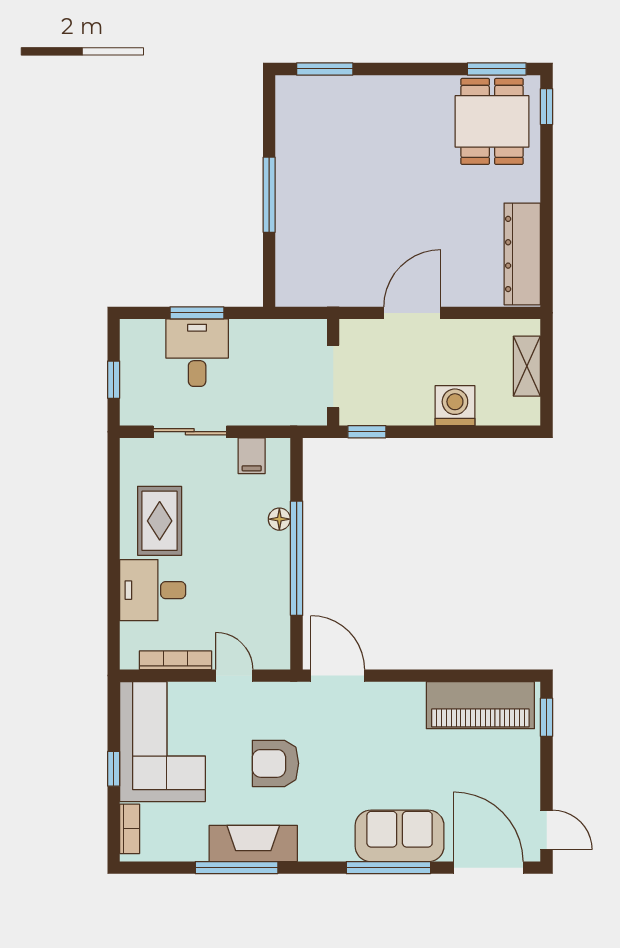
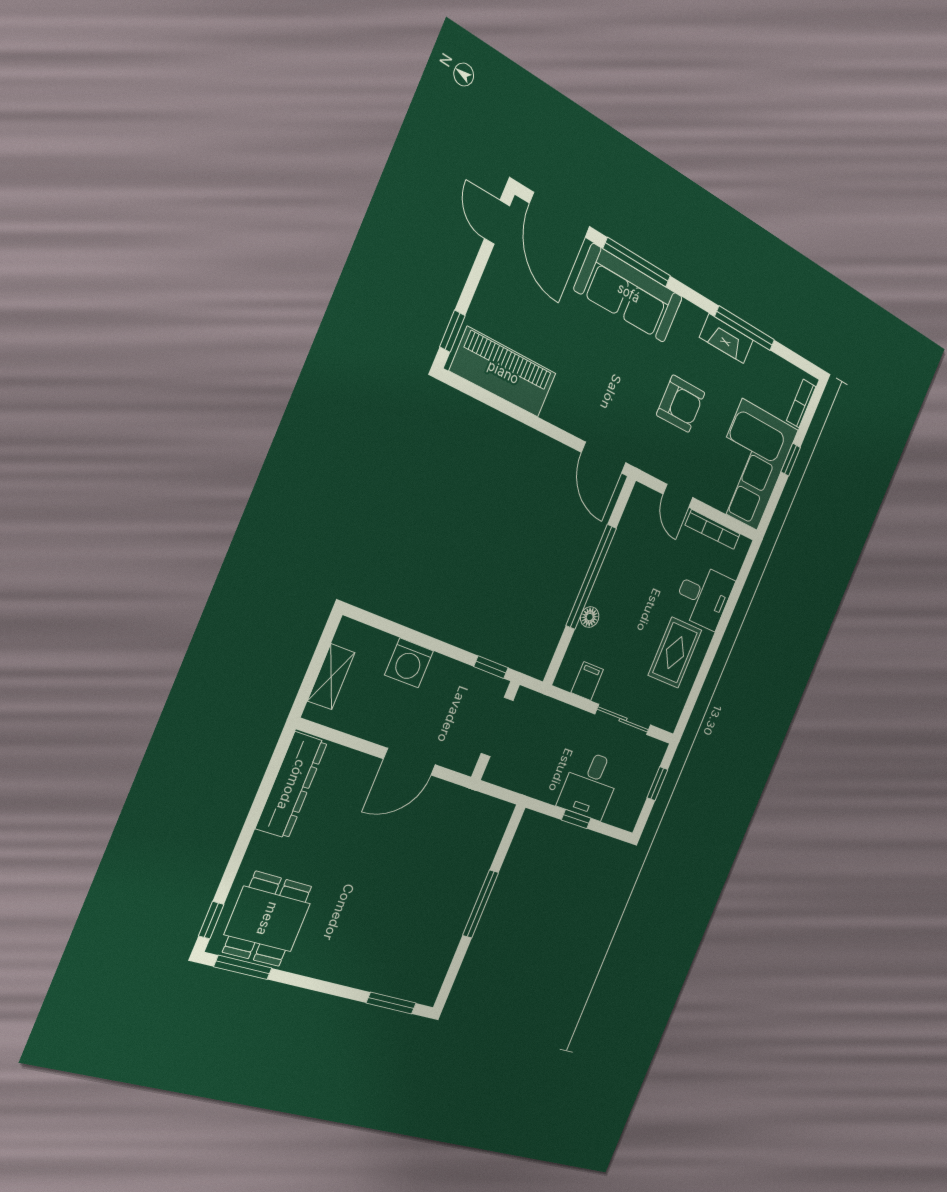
window: (197, 313) -> (576, 819), width x0.67
sofa: (400, 836) -> (629, 293), width x1.36
fireplace: (253, 843) -> (726, 339), width x0.73, depth x0.76

